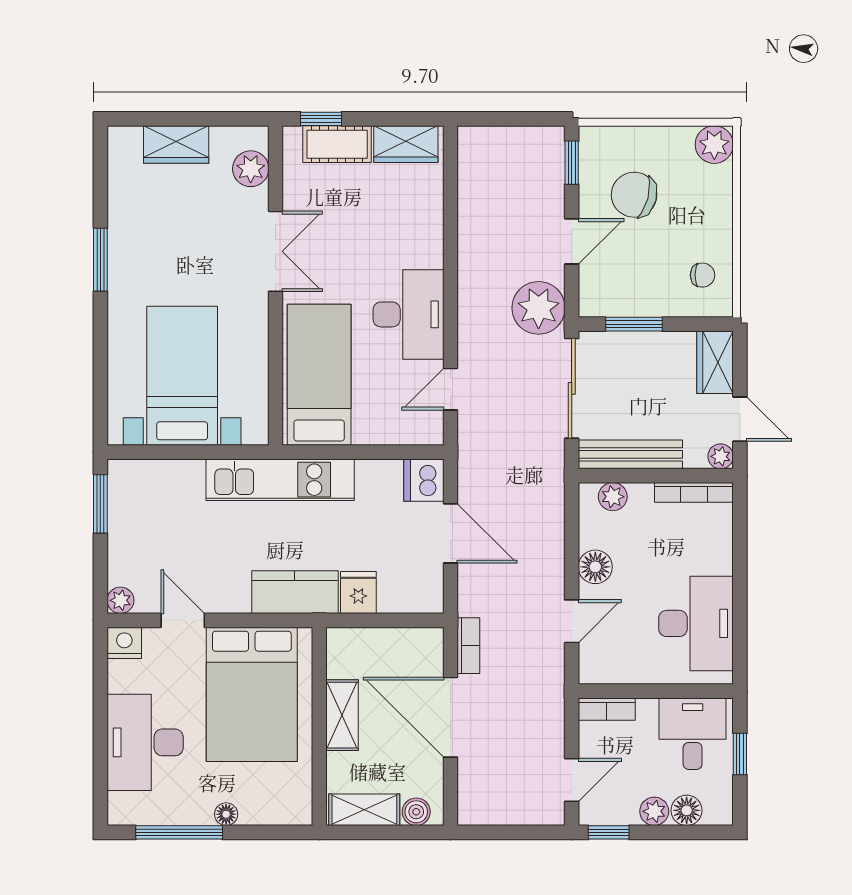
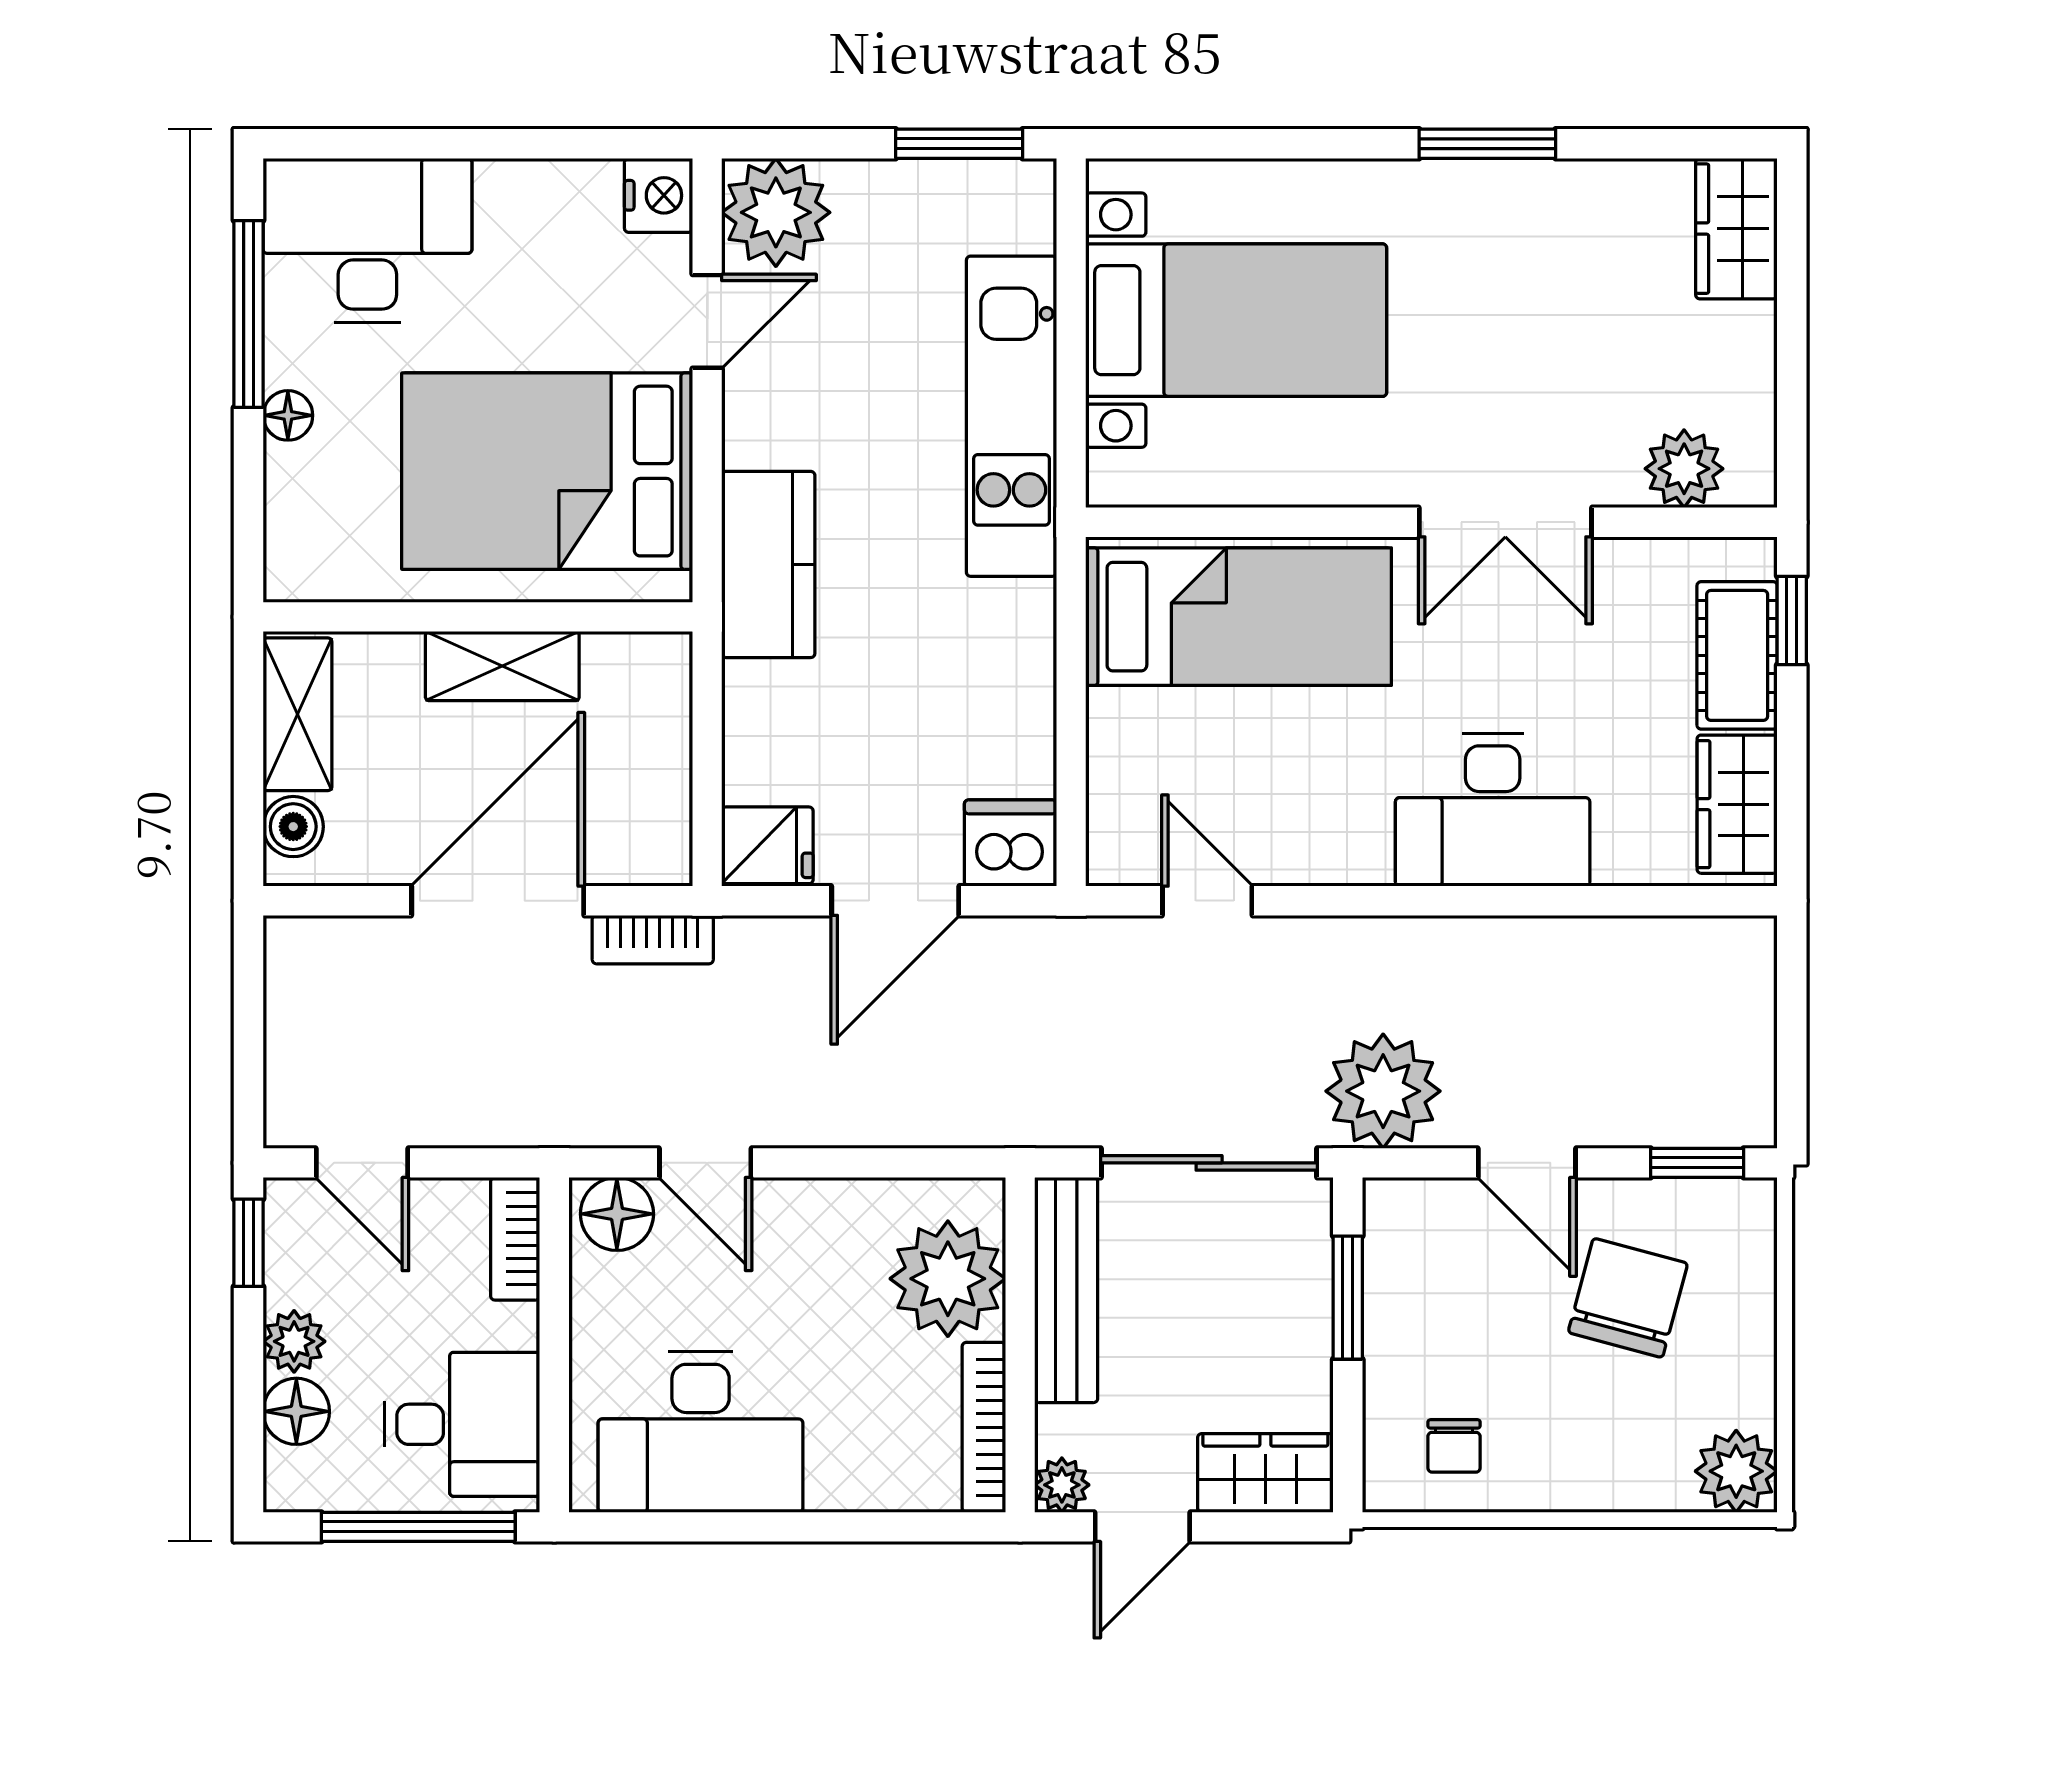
wardrobe: (176, 144) -> (1736, 229), moved
desk: (408, 314) -> (1493, 810), moved
kitchen unit: (280, 480) -> (1011, 416), moved
plant: (613, 497) -> (948, 1279), width x1.88, depth x1.88
floor lamp: (595, 567) -> (617, 1214), moved
fridge: (358, 593) -> (767, 845), moved
plant: (121, 600) -> (776, 212), width x1.87, depth x1.87
desk: (145, 742) -> (367, 240), moved
window: (740, 754) -> (418, 1527), width x2.17

